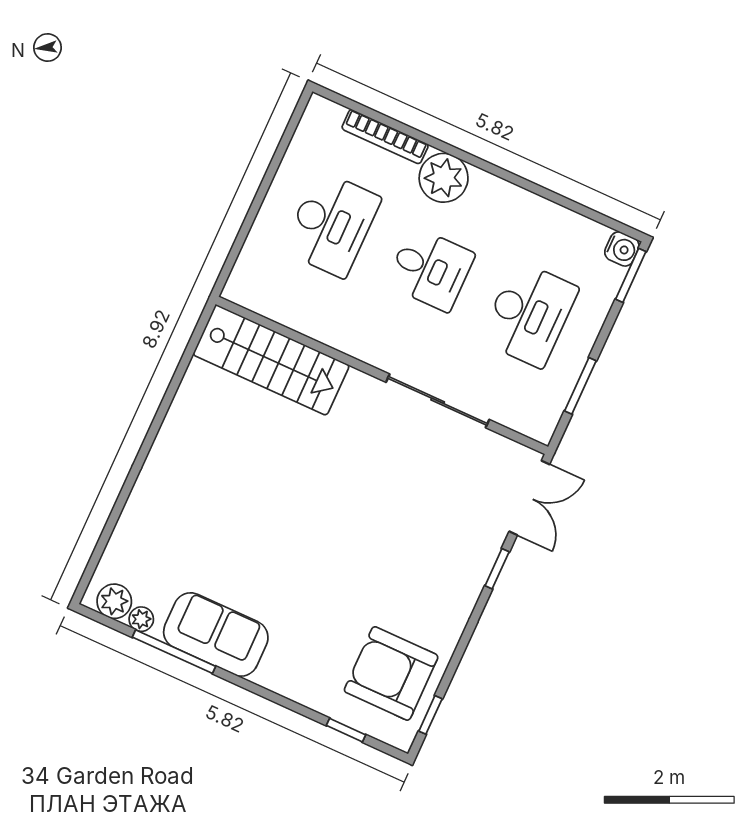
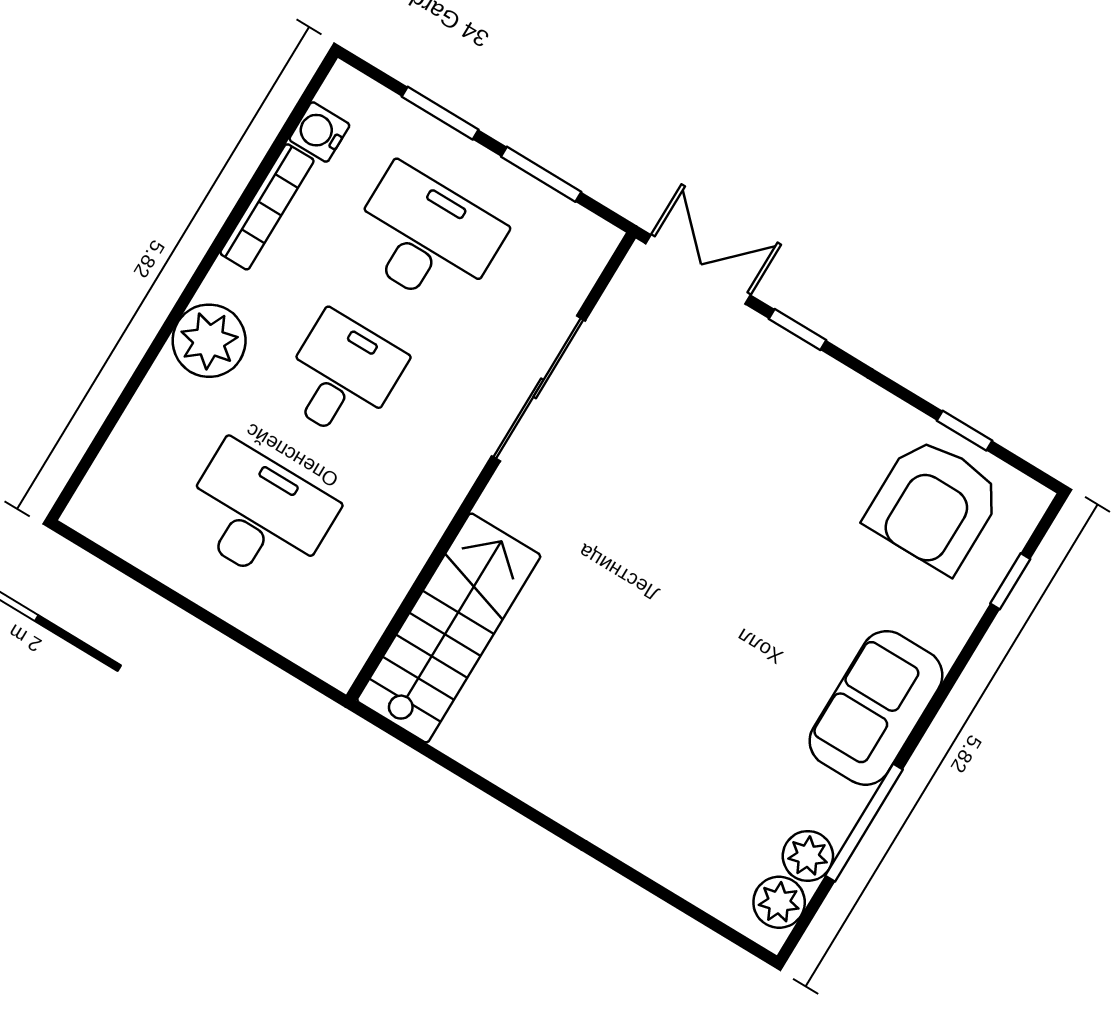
bookcase: (385, 137) -> (267, 207), moved
water cooler: (622, 249) -> (319, 132), moved, turned -90
window: (631, 275) -> (440, 113), moved
plant: (141, 619) -> (808, 856), width x1.38, depth x1.38
sofa: (216, 635) -> (876, 708), moved
window: (430, 715) -> (964, 431), moved

